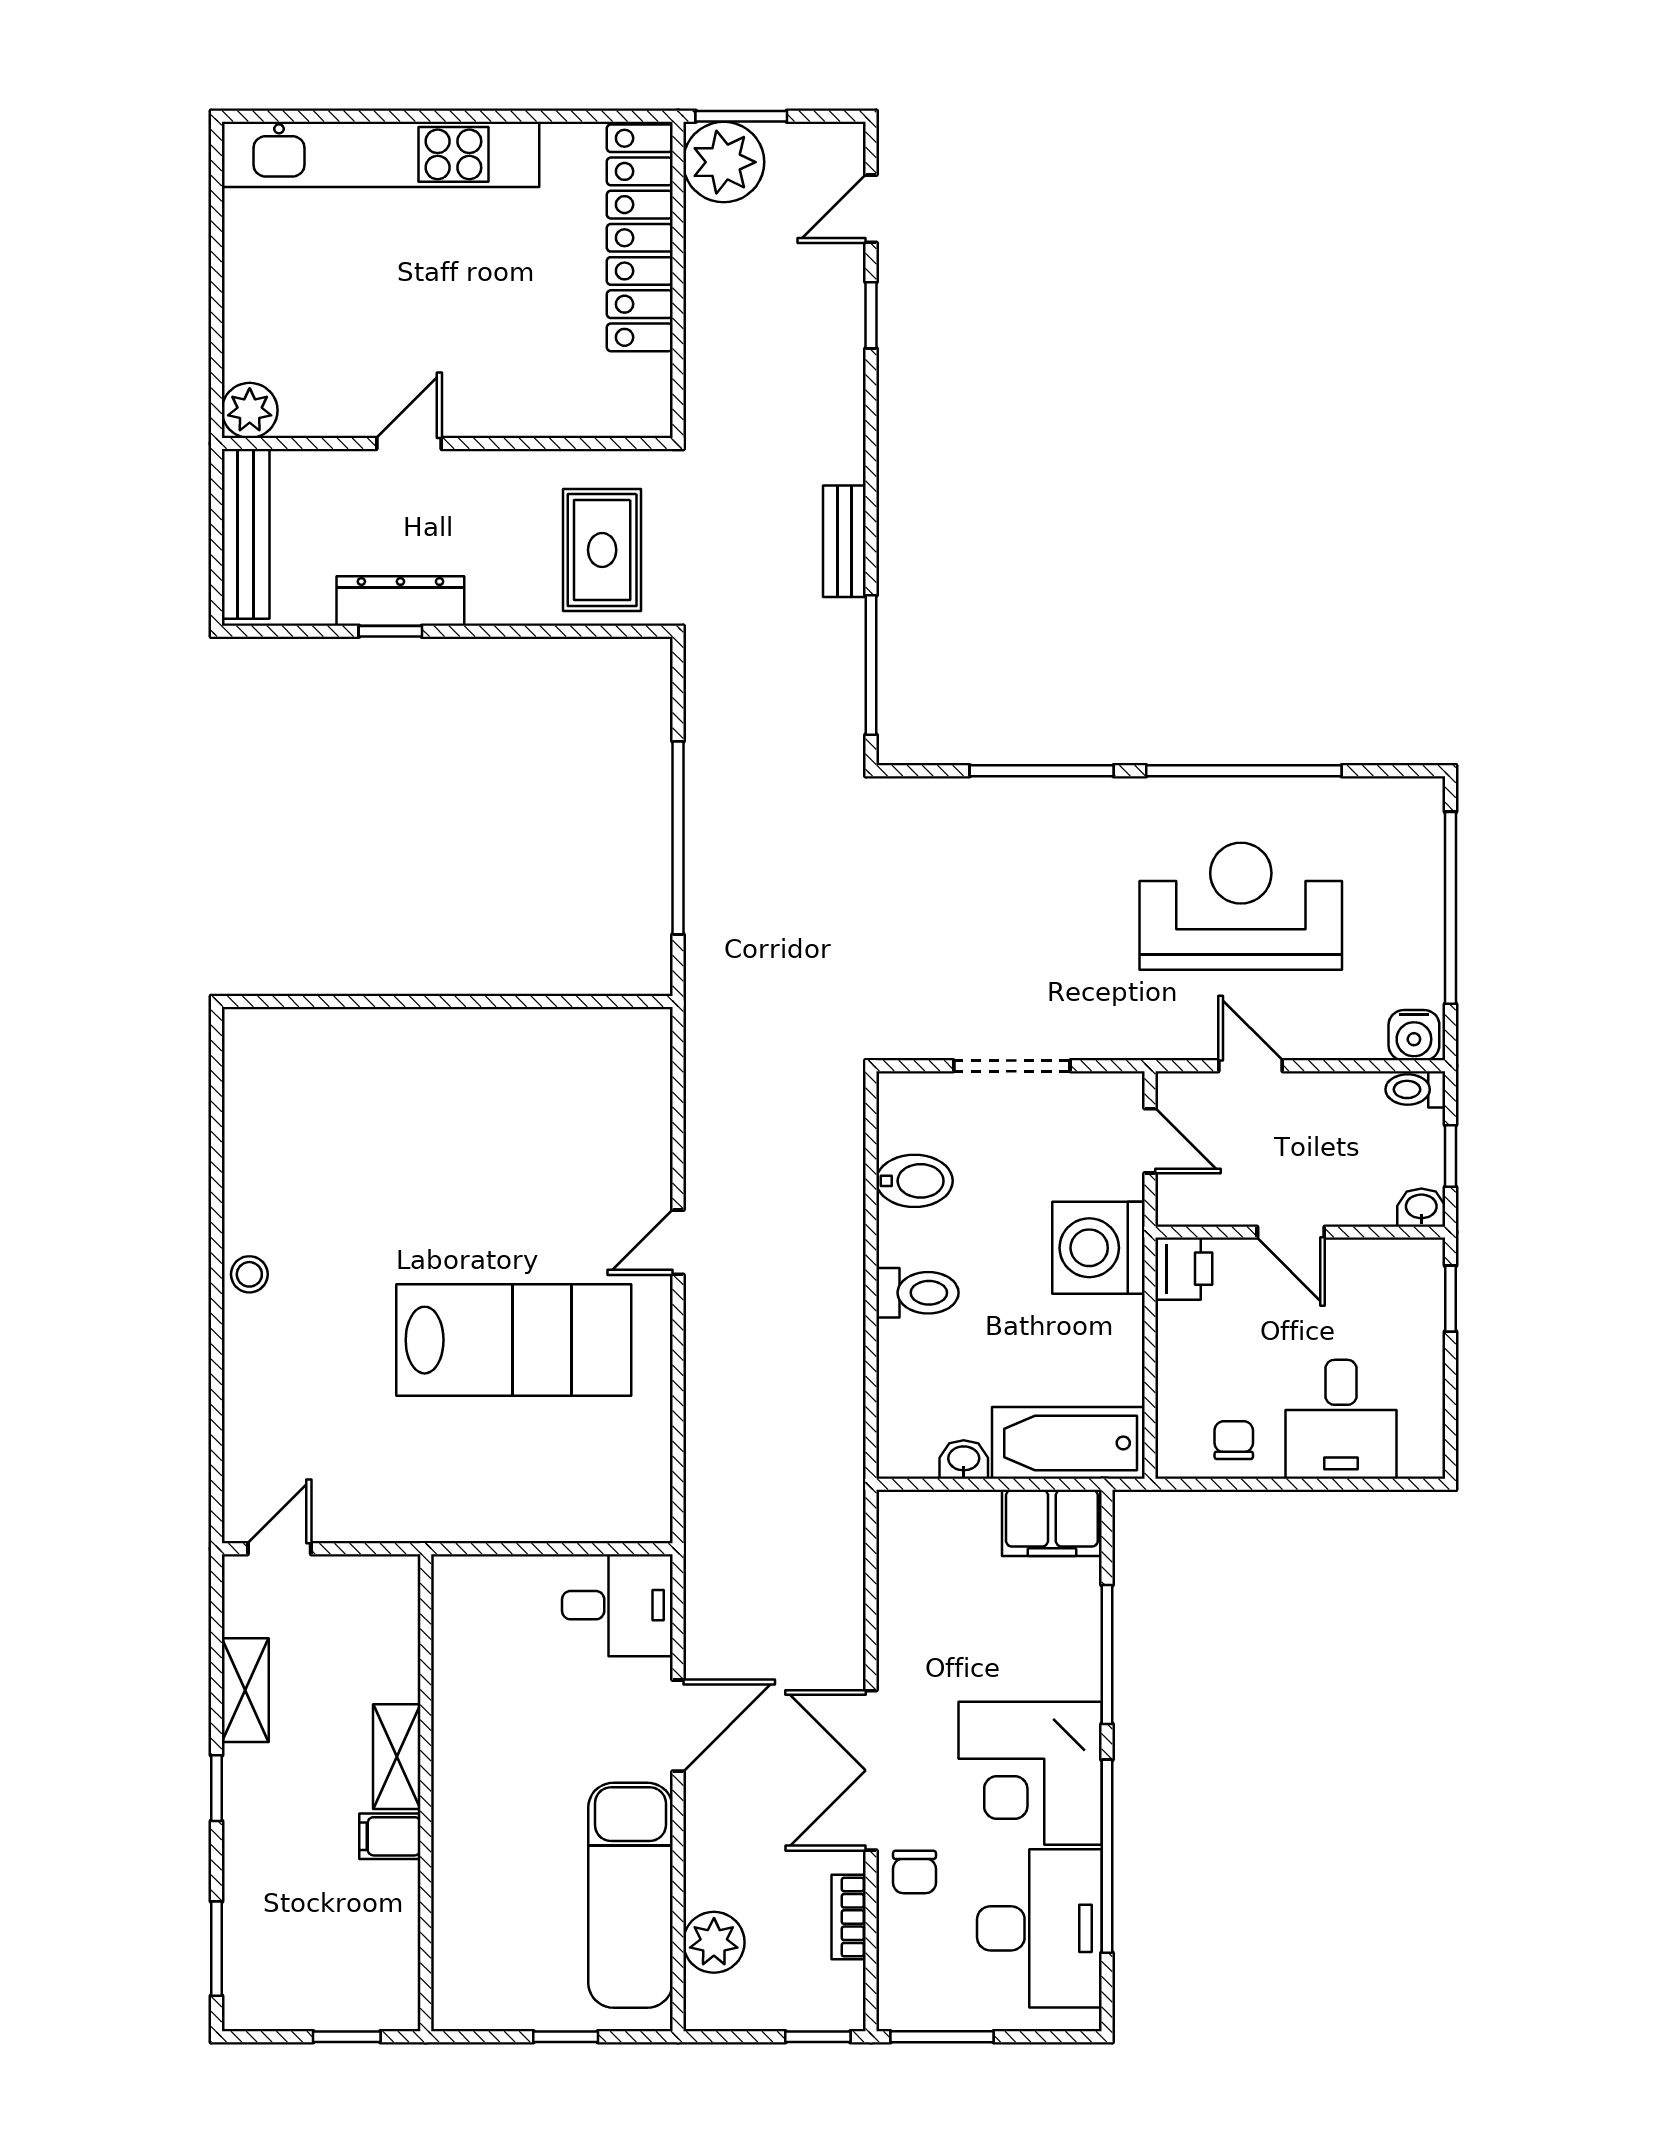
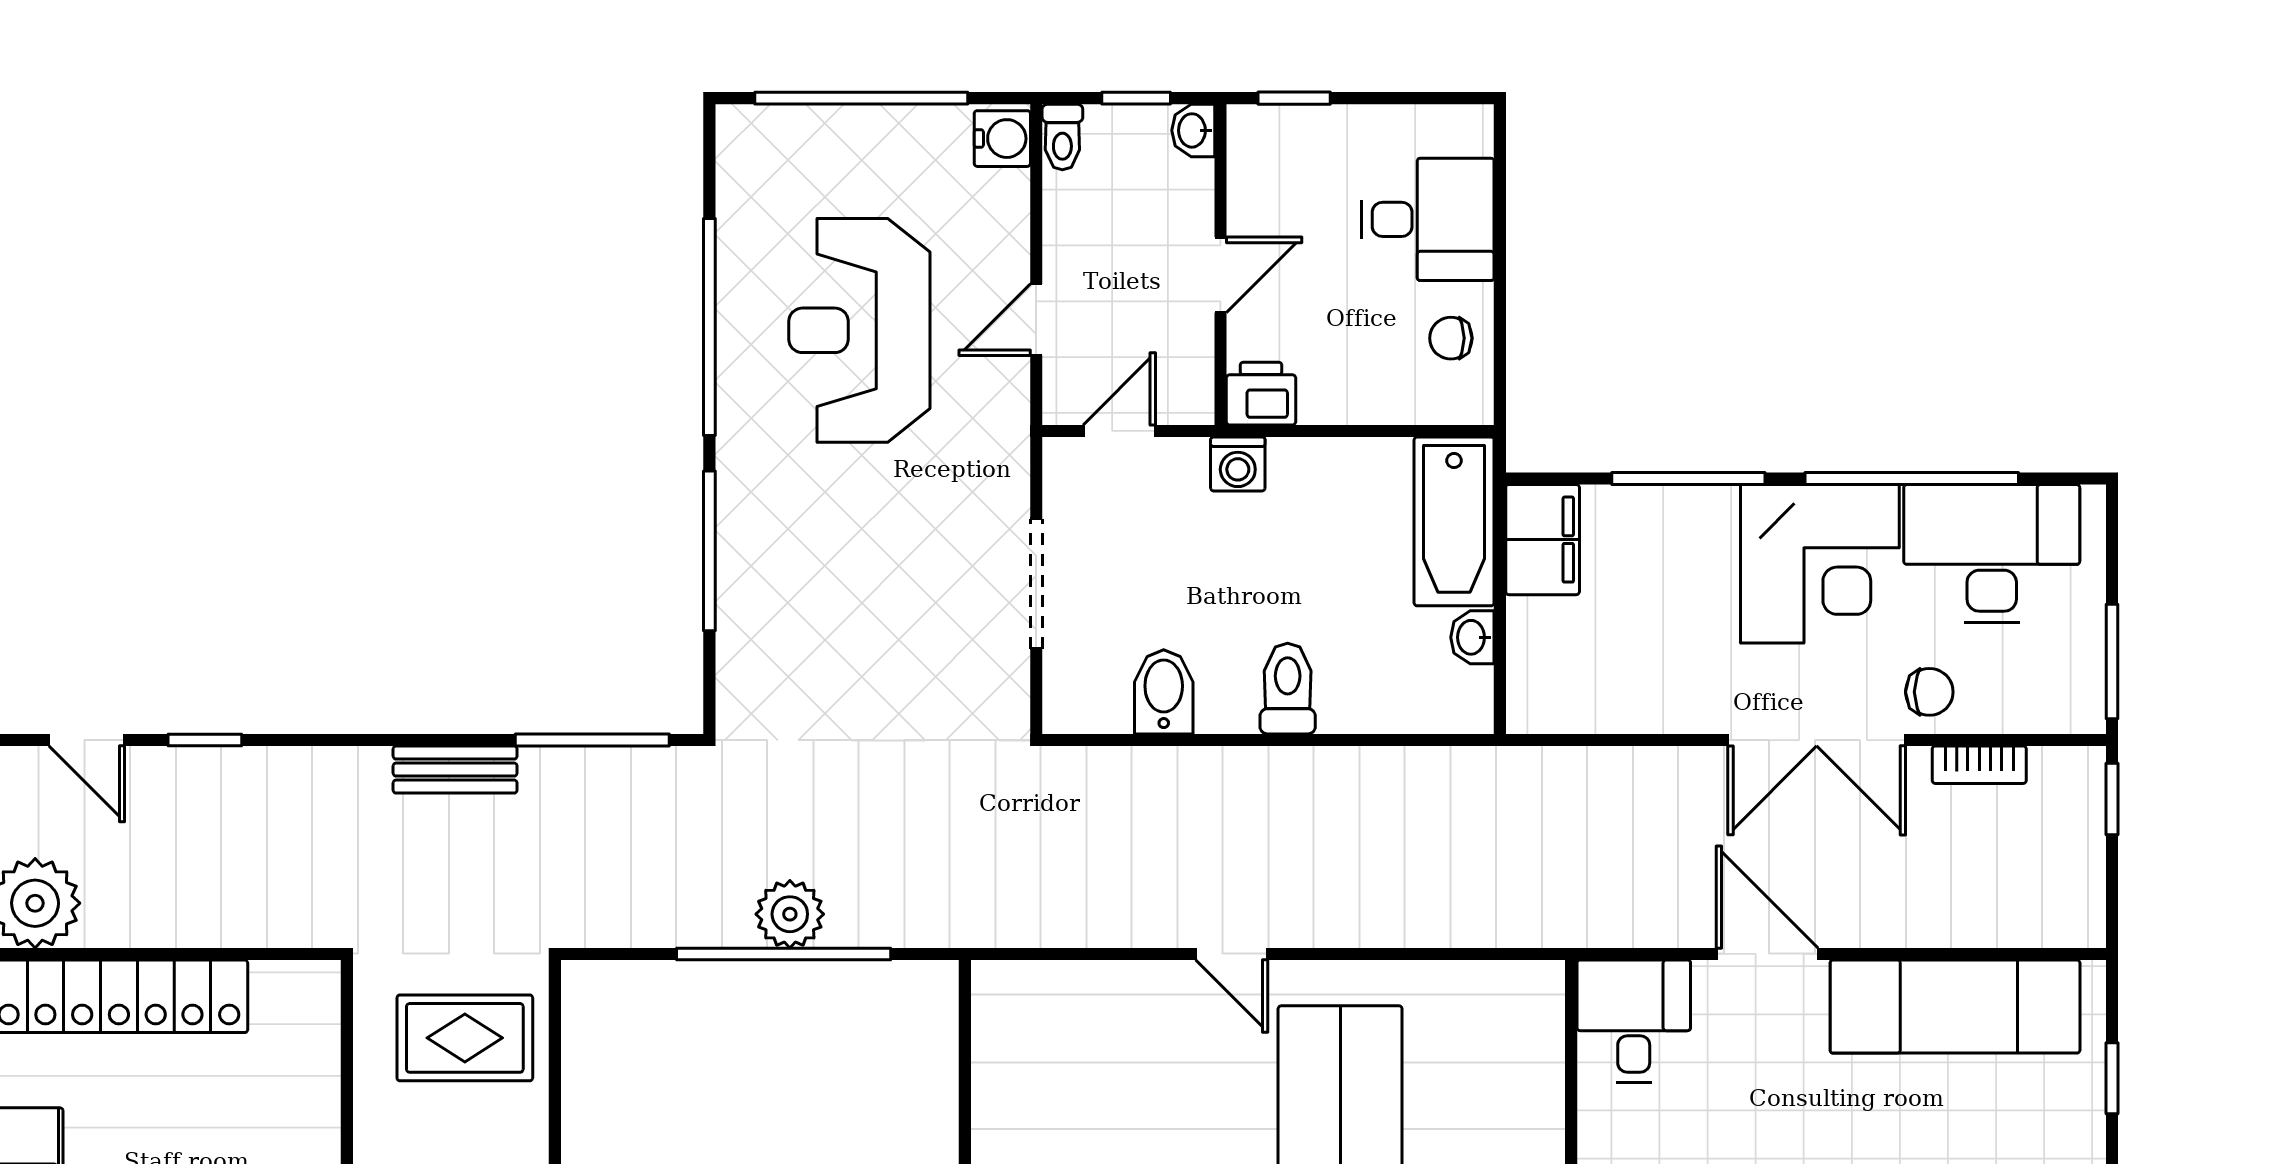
washing machine: (1098, 1248) -> (1238, 464), width x0.53, depth x0.53
plant: (714, 1942) -> (790, 914), moved

